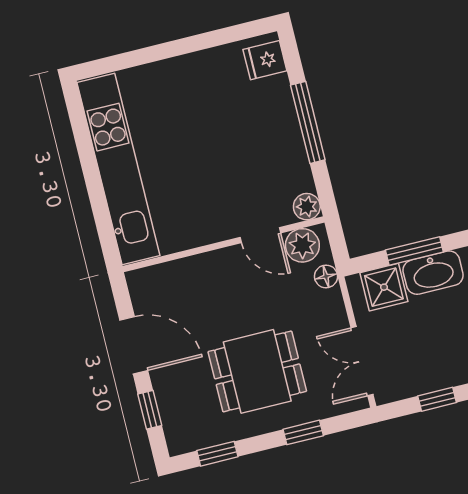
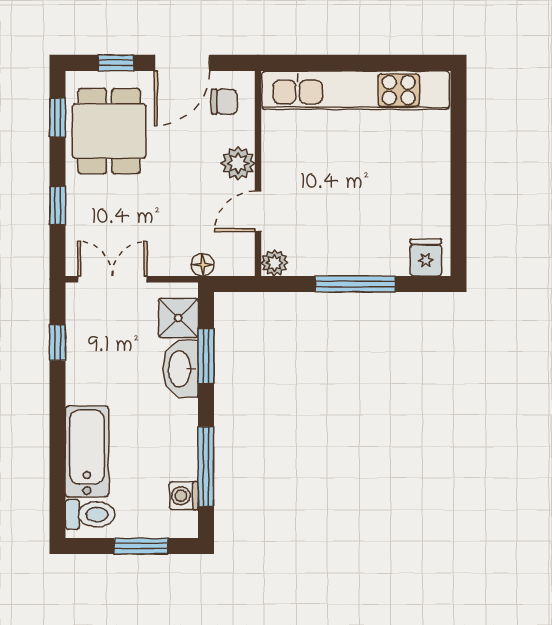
plant: (302, 245) -> (238, 163), moved
chair: (161, 295) -> (224, 102), added
dining table: (257, 371) -> (109, 131), moved

